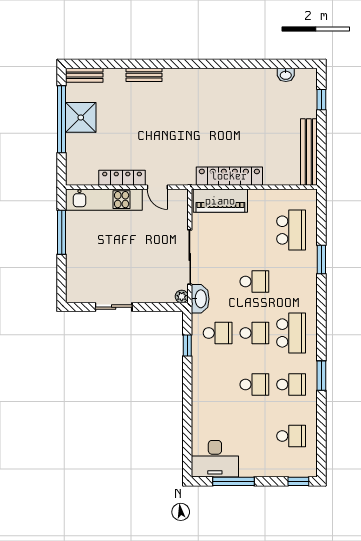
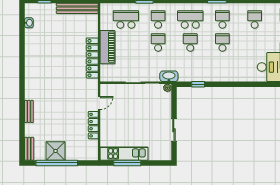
kitchen unit: (104, 200) -> (124, 154), moved, turned -90
piano: (220, 201) -> (107, 47), moved
school desk: (218, 333) -> (158, 19), moved

